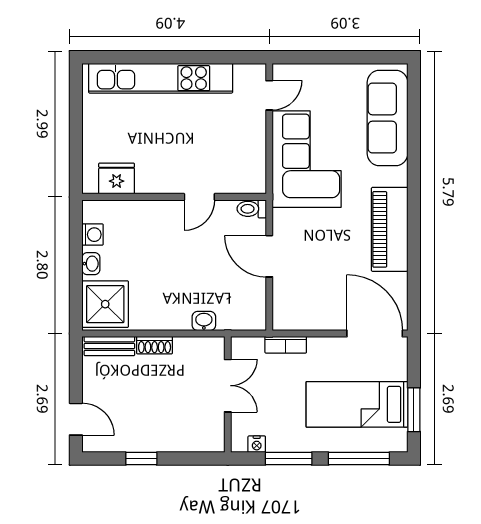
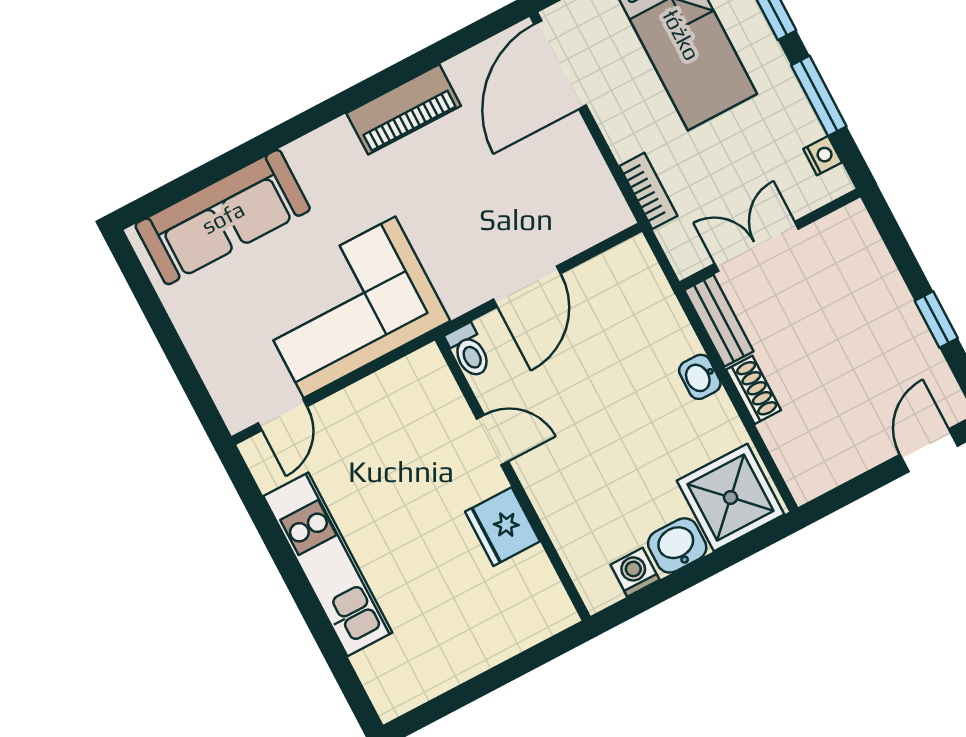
kitchen unit: (161, 78) -> (328, 564), width x0.73
door: (269, 95) -> (283, 415), swing flipped
fridge: (117, 179) -> (502, 527), moved
piano: (390, 229) -> (404, 109), width x0.73, depth x0.75
washbasin: (91, 264) -> (677, 545), width x1.38, depth x1.45
washbasin: (204, 321) -> (700, 377), moved
bench: (109, 346) -> (719, 321), moved

